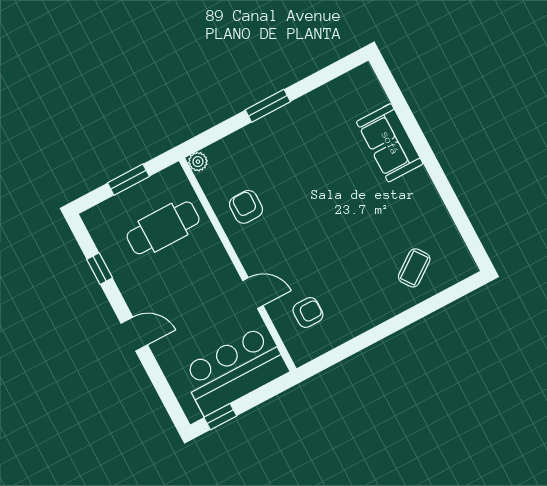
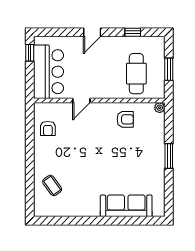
sofa: (390, 143) -> (126, 206), width x1.36
armchair: (308, 312) -> (48, 129), moved

